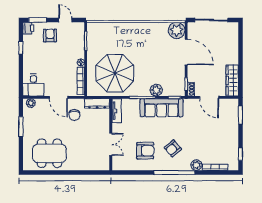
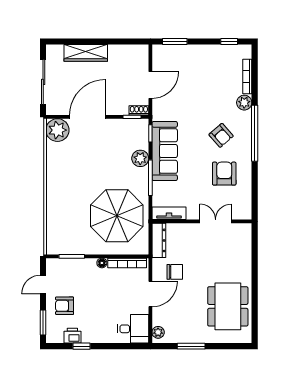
printer: (28, 28) -> (72, 336), moved
wardrobe: (232, 80) -> (86, 53), moved

